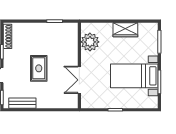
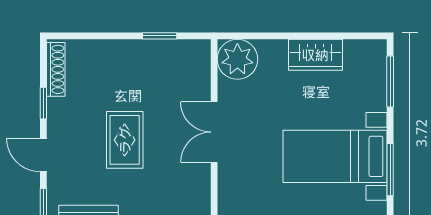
plant: (90, 42) -> (237, 59), moved
double door: (79, 80) -> (214, 132), moved

